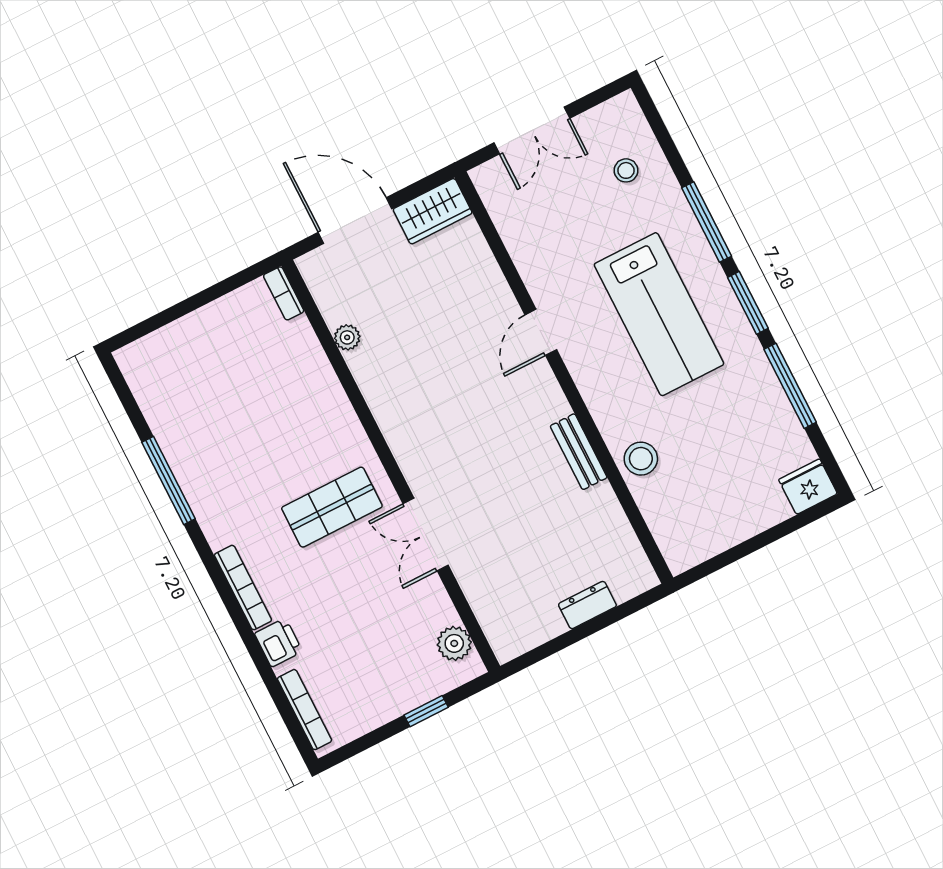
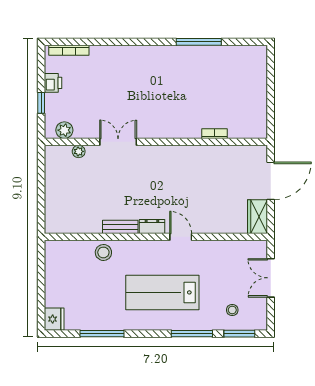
bookcase: (284, 293) -> (214, 134), moved
window: (748, 303) -> (239, 334), moved
plant: (347, 337) -> (79, 151), moved
shop shelf: (332, 507) -> (151, 107), removed
bookcase: (243, 588) -> (136, 51), removed
dresser: (587, 605) -> (152, 227), moved, turned -90
printer: (278, 642) -> (53, 83), moved, turned -90

